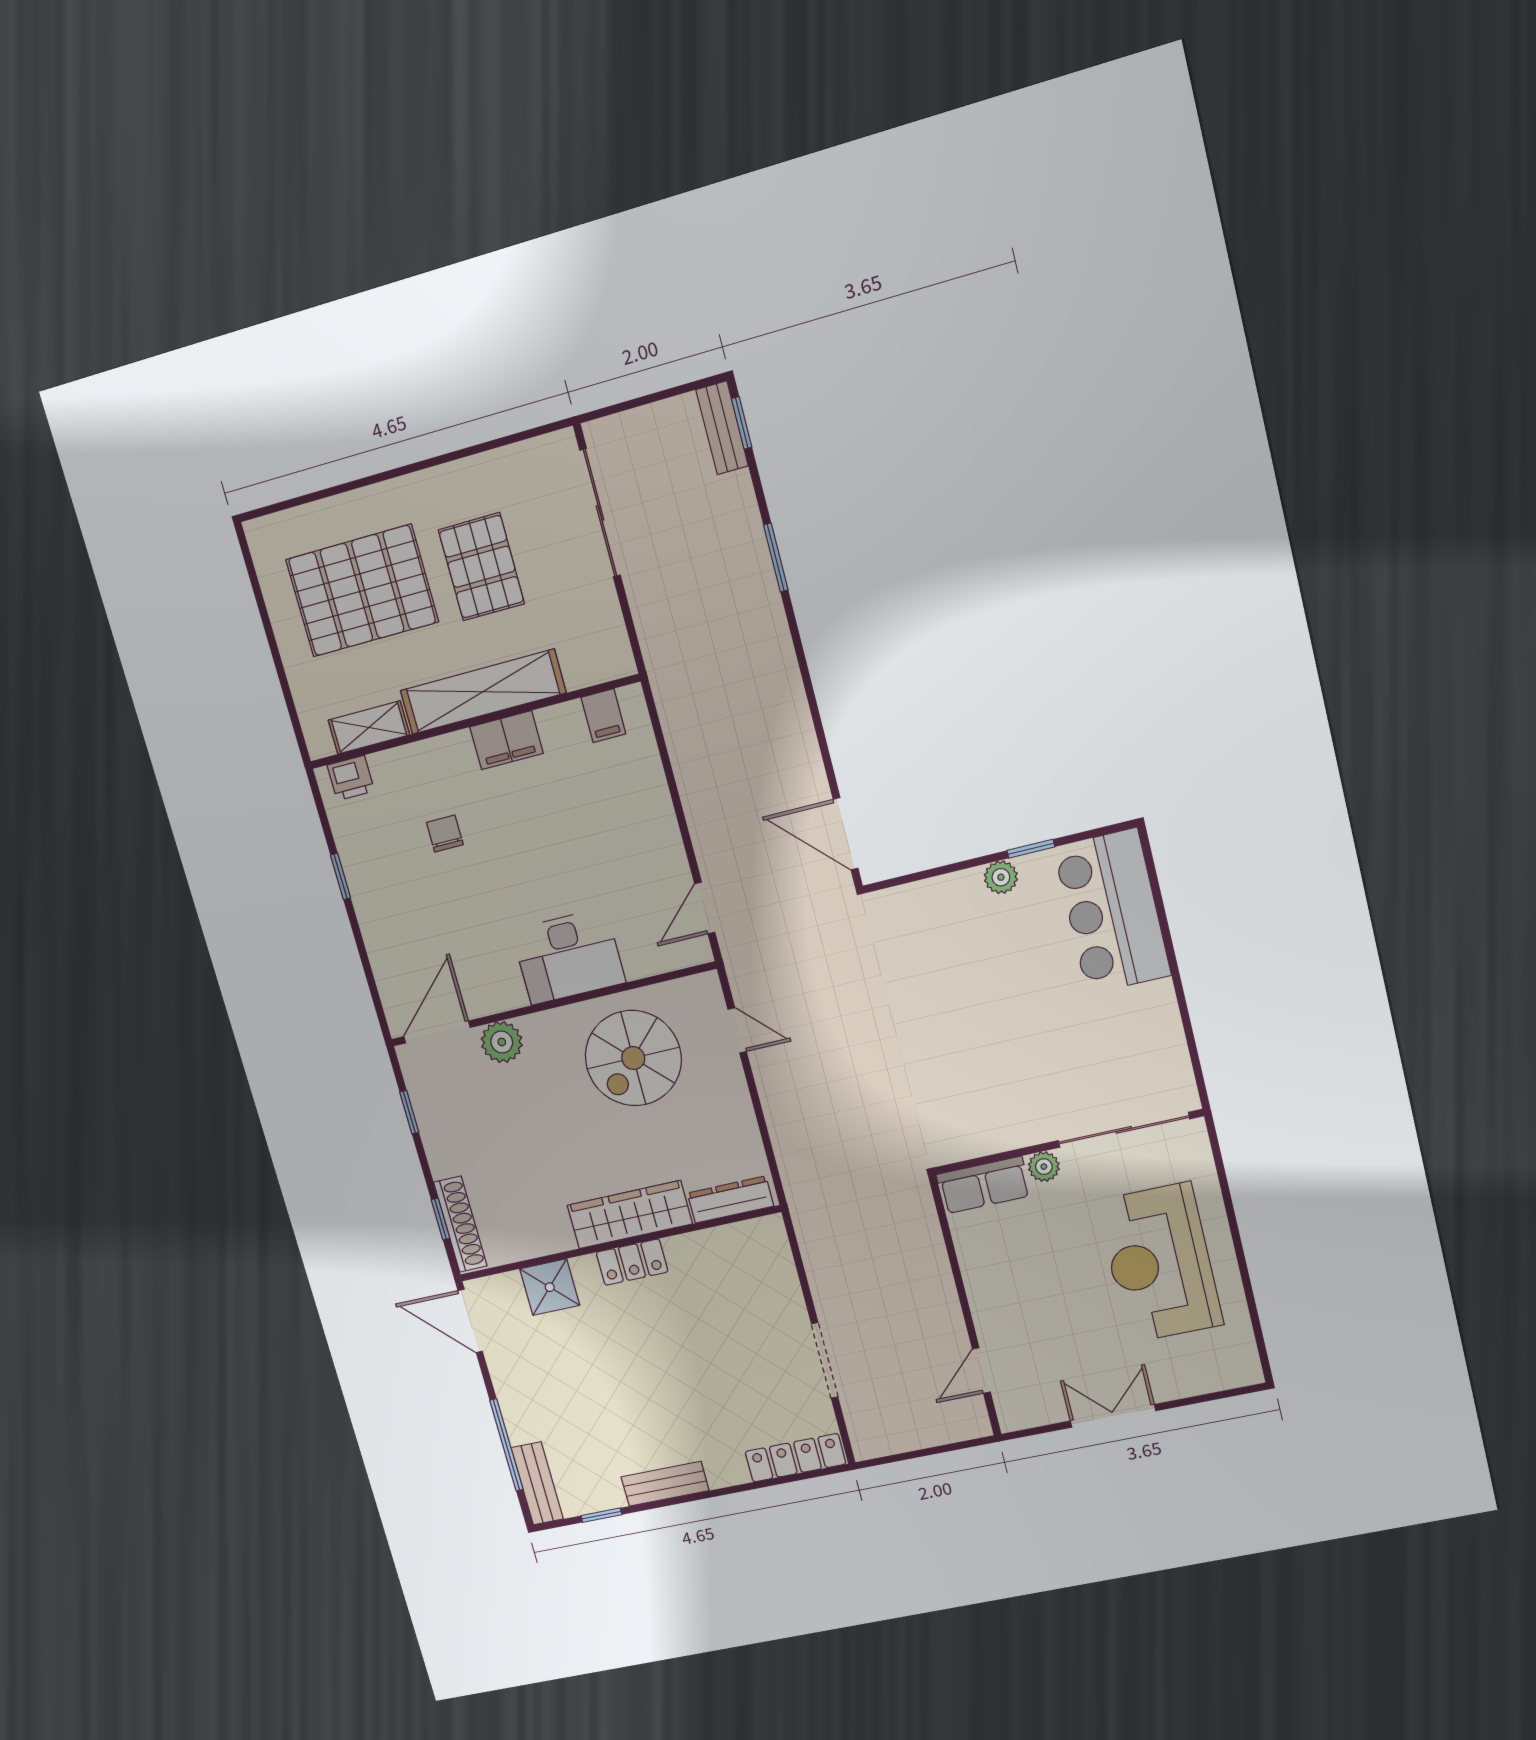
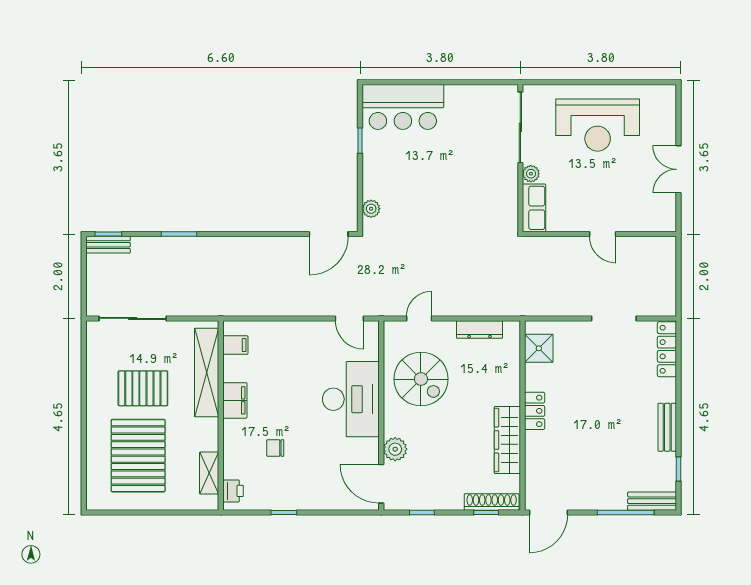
shelving: (483, 692) -> (207, 373), moved
plant: (1001, 877) -> (371, 209), moved
desk: (568, 956) -> (351, 399), width x1.36, depth x1.30
dresser: (730, 1200) -> (480, 330), moved, turned -90
wardrobe: (630, 1215) -> (507, 440), moved
shower: (550, 1287) -> (539, 348), moved
door: (981, 1370) -> (603, 234), moved

